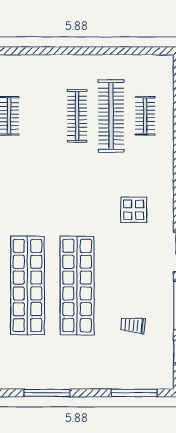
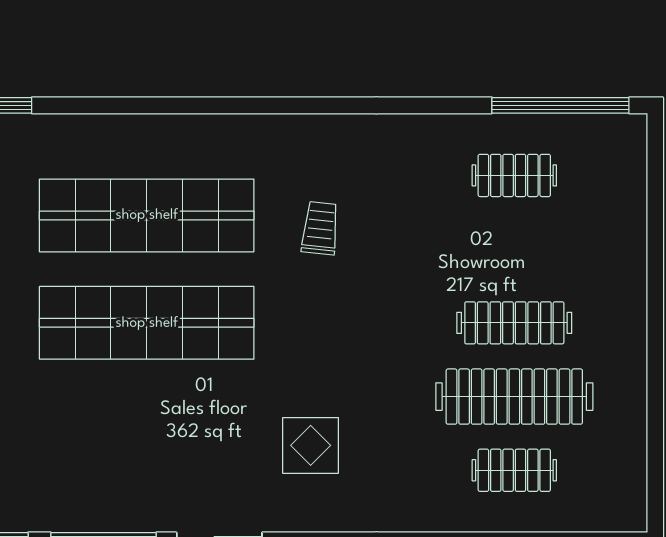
trolley: (133, 325) -> (320, 228), moved

